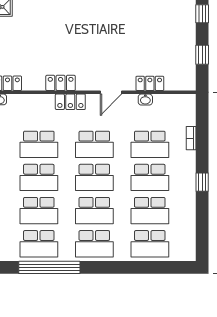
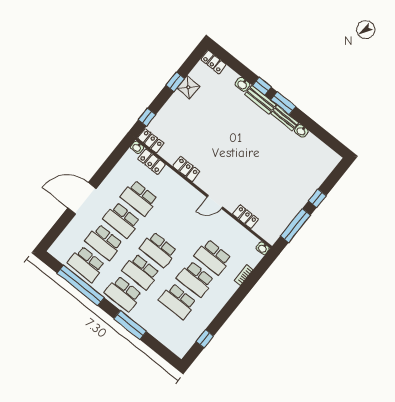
window: (202, 55) -> (295, 225), width x2.17
washbasin: (145, 100) -> (263, 248), moved
locker: (70, 102) -> (152, 162), moved
school desk: (94, 144) -> (176, 228), removed
window: (202, 182) -> (205, 339), moved
school desk: (150, 244) -> (160, 323), removed
window: (124, 267) -> (130, 325), added

